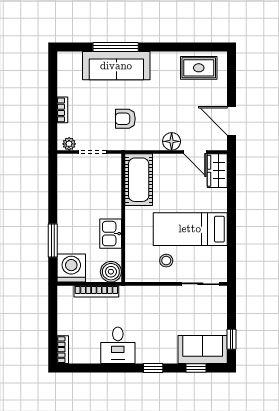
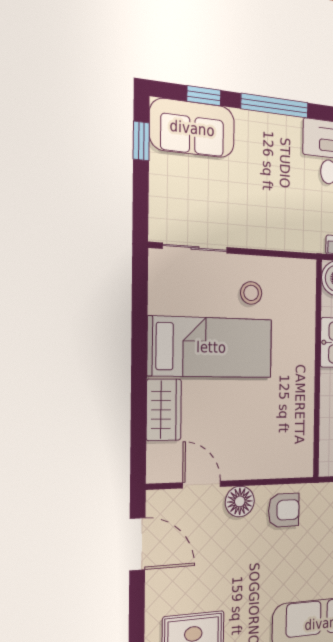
armchair: (125, 119) -> (284, 510), moved
wardrobe: (217, 171) -> (164, 410), moved
cot: (139, 180) -> (293, 434), removed
window: (153, 368) -> (275, 106), width x2.17

